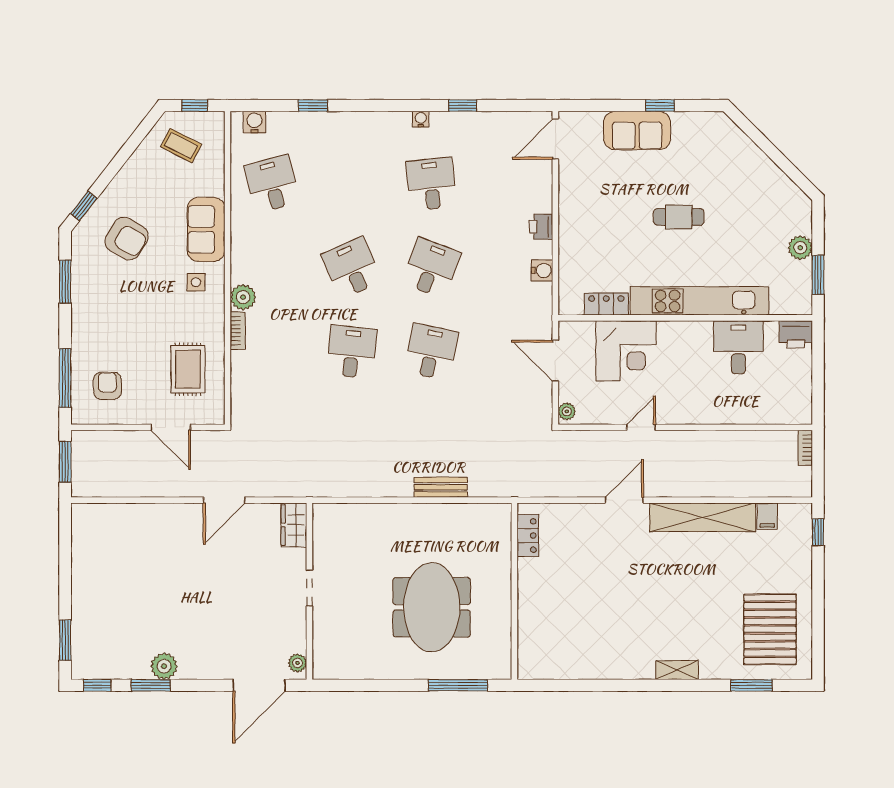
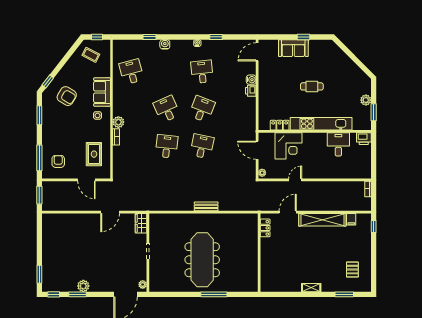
water cooler: (254, 122) -> (165, 44), moved
water cooler: (542, 271) -> (251, 80), moved
locker: (528, 536) -> (265, 228), moved
wall: (514, 591) -> (259, 253), moved
meeting table: (432, 607) -> (202, 260), width x1.36
pallet: (770, 629) -> (352, 270), width x0.49, depth x0.50

